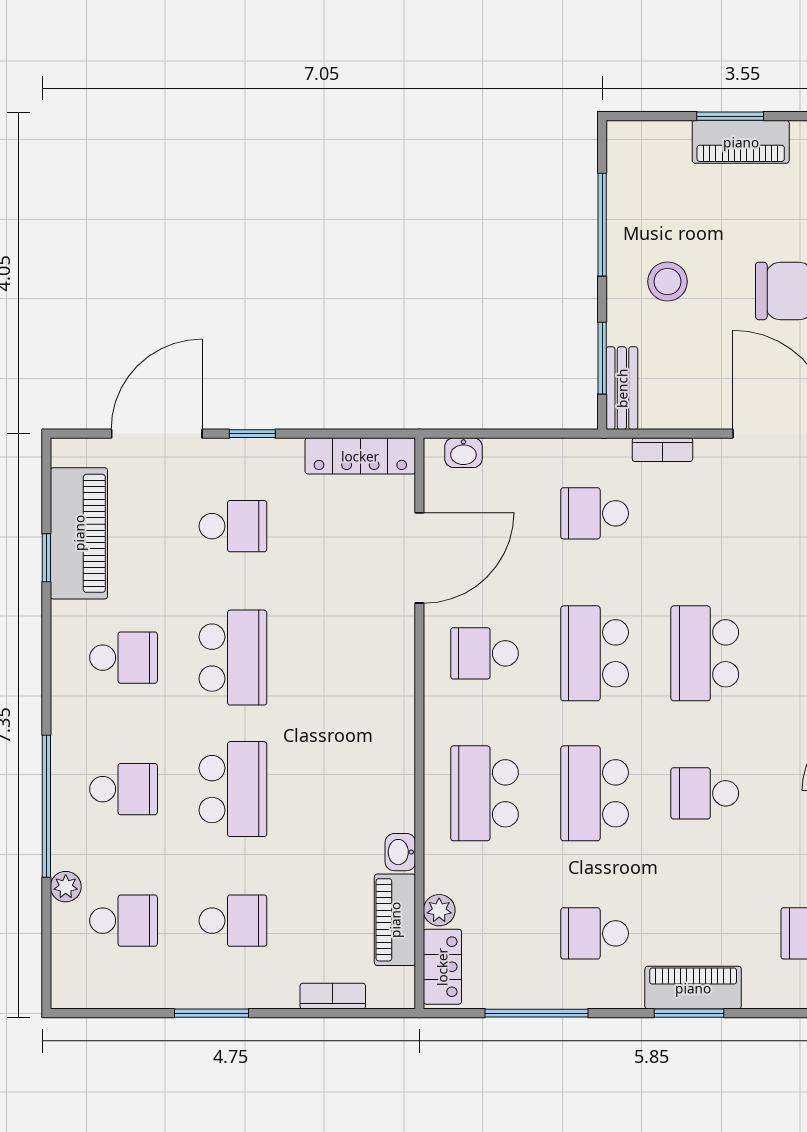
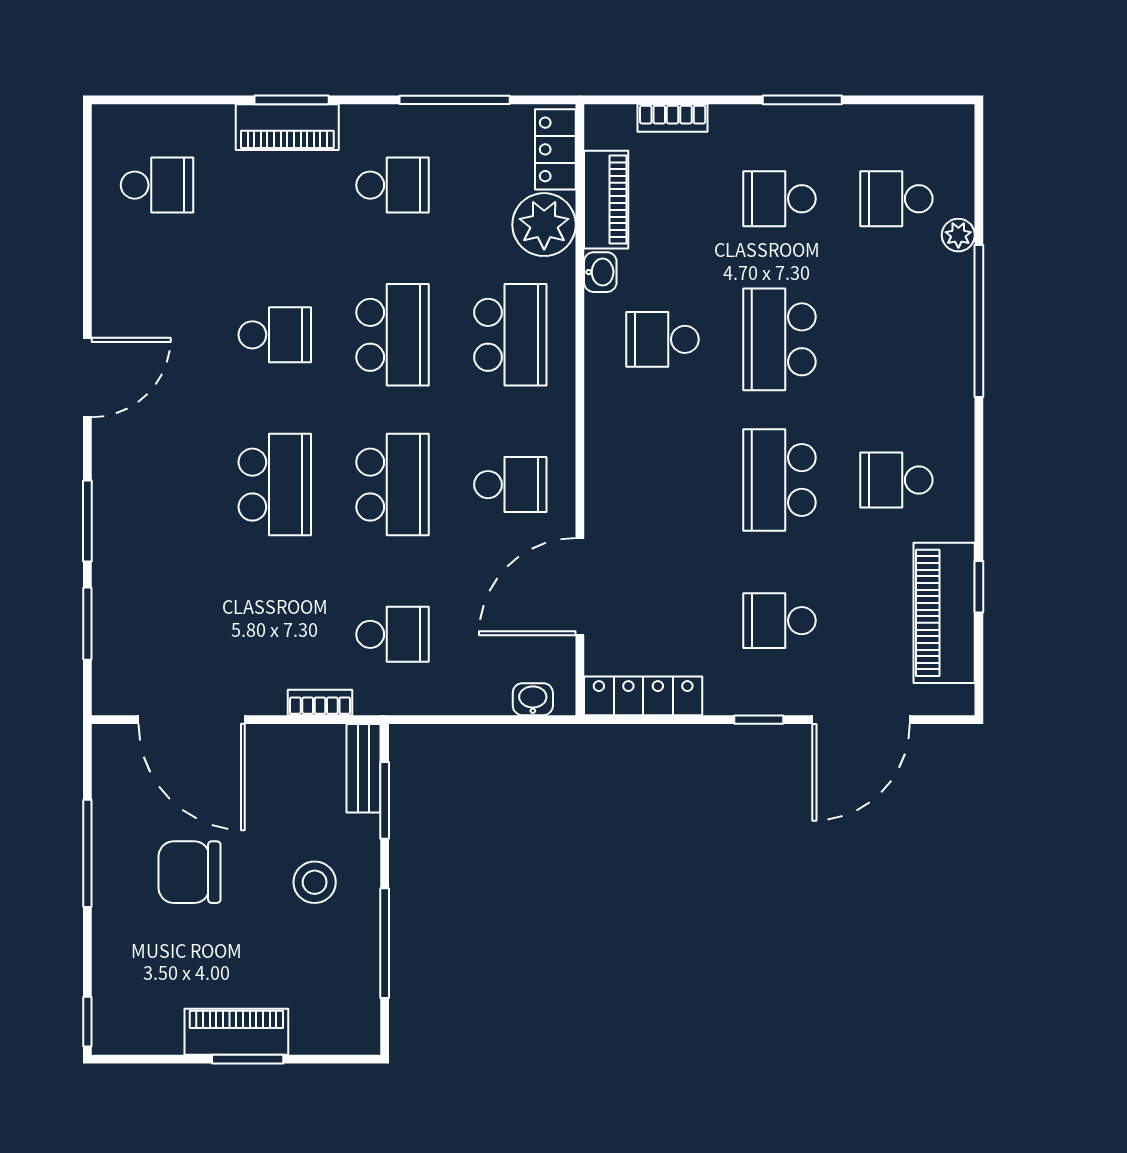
school desk: (124, 789) -> (662, 339), moved
plant: (439, 910) -> (544, 225), width x1.88, depth x1.88

